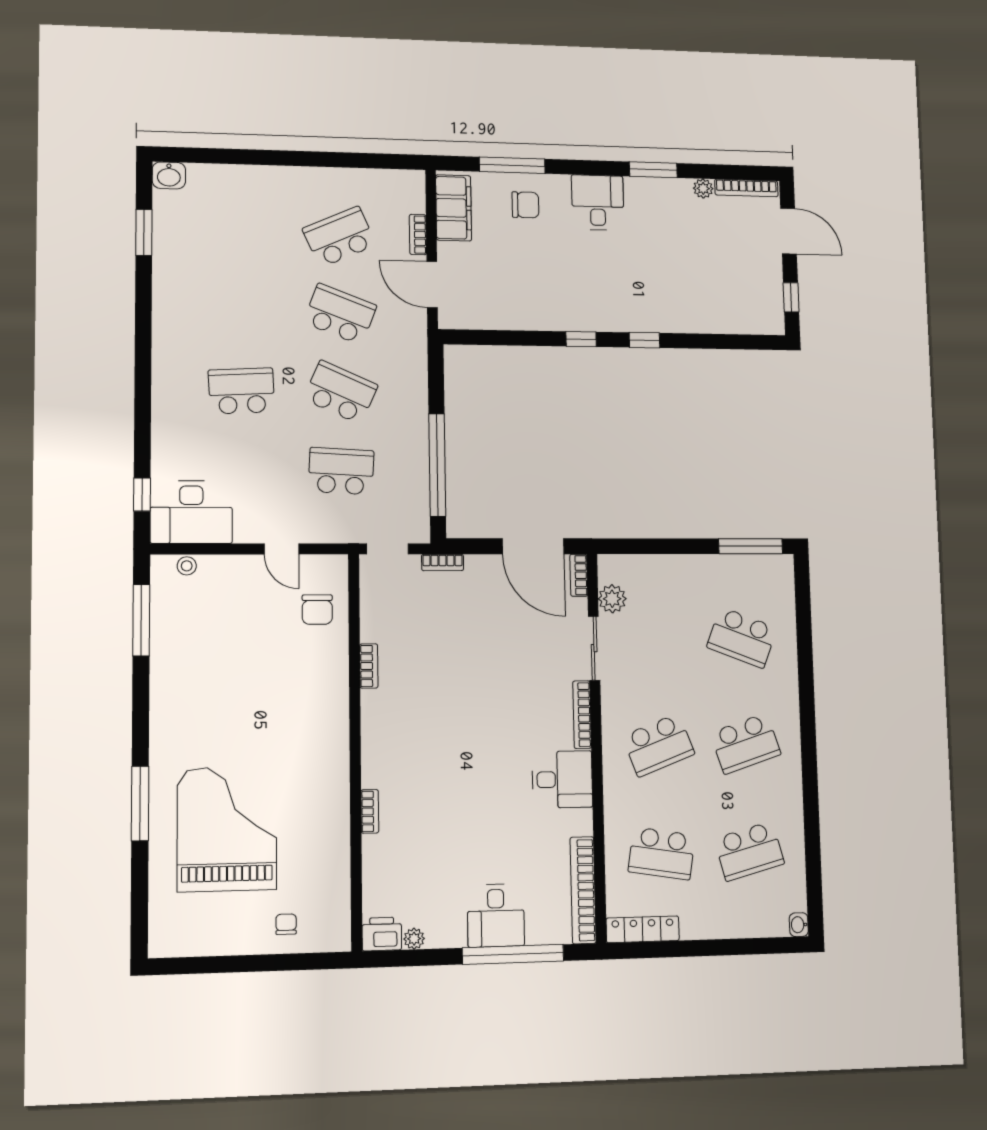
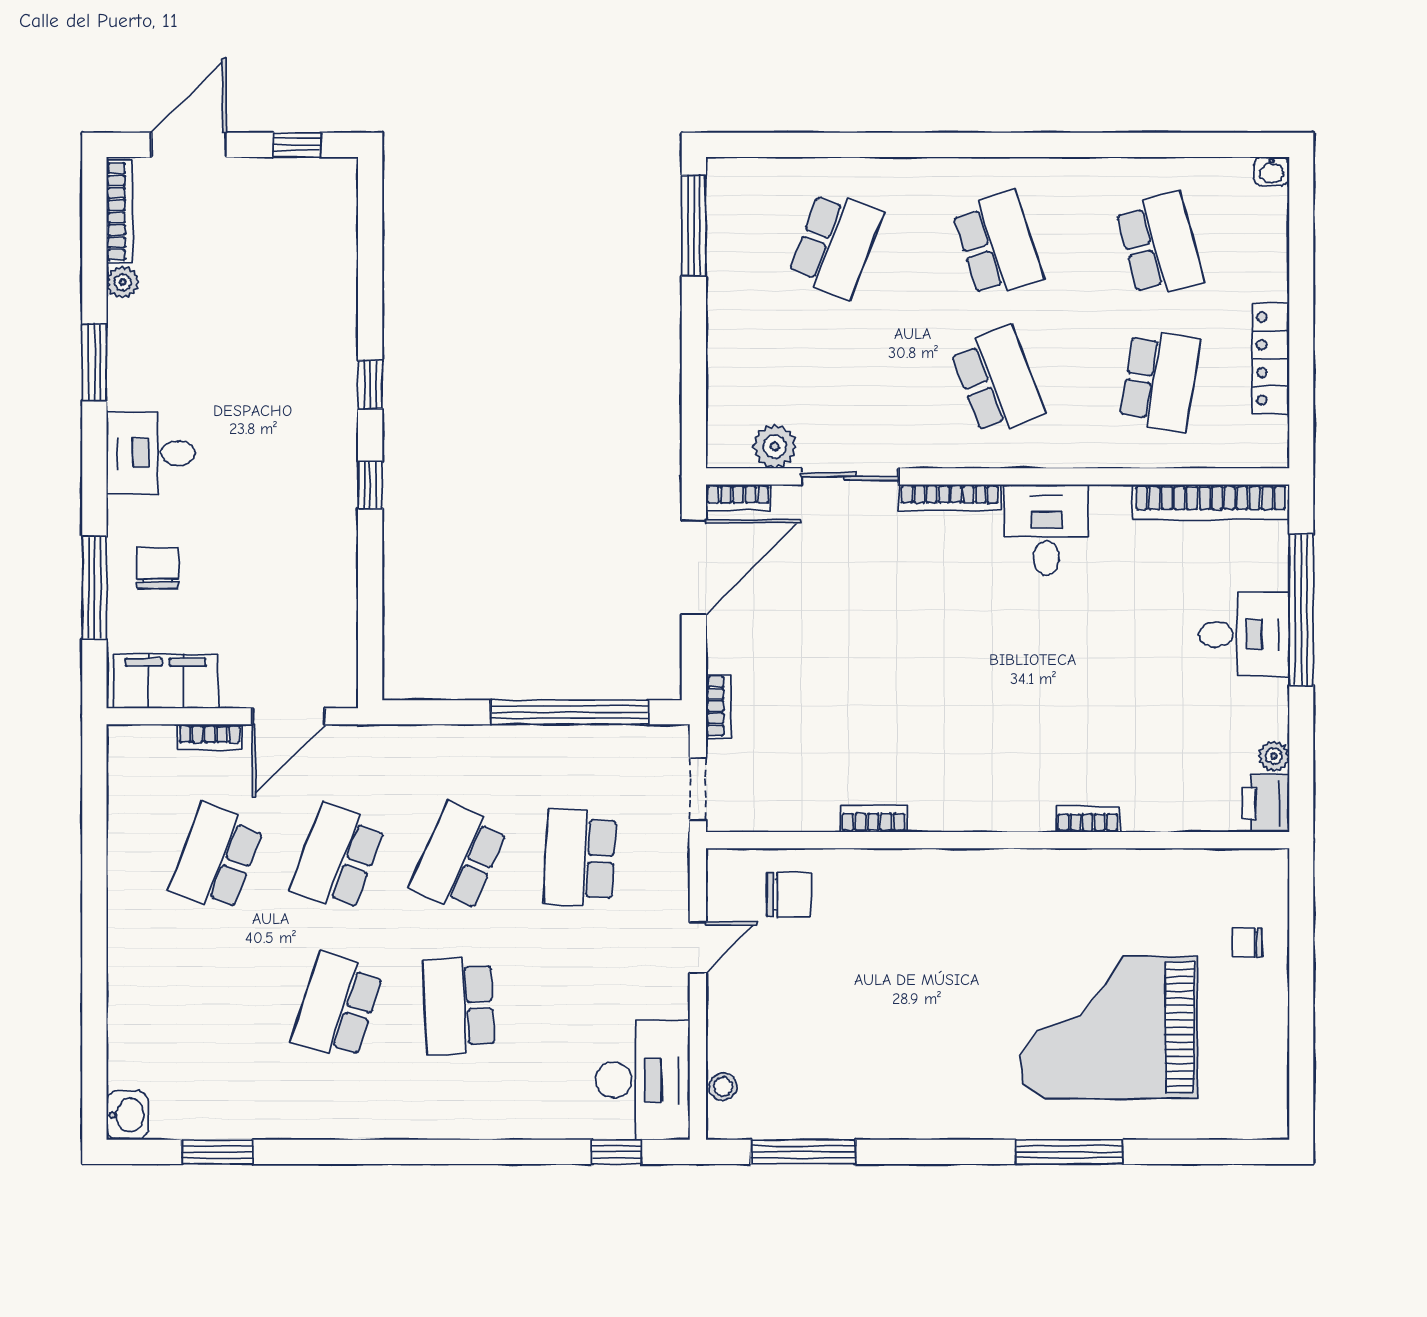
school desk: (339, 237) -> (216, 858), turned 45
school desk: (241, 312) -> (338, 1006), added
locker: (643, 929) -> (1271, 359), moved

